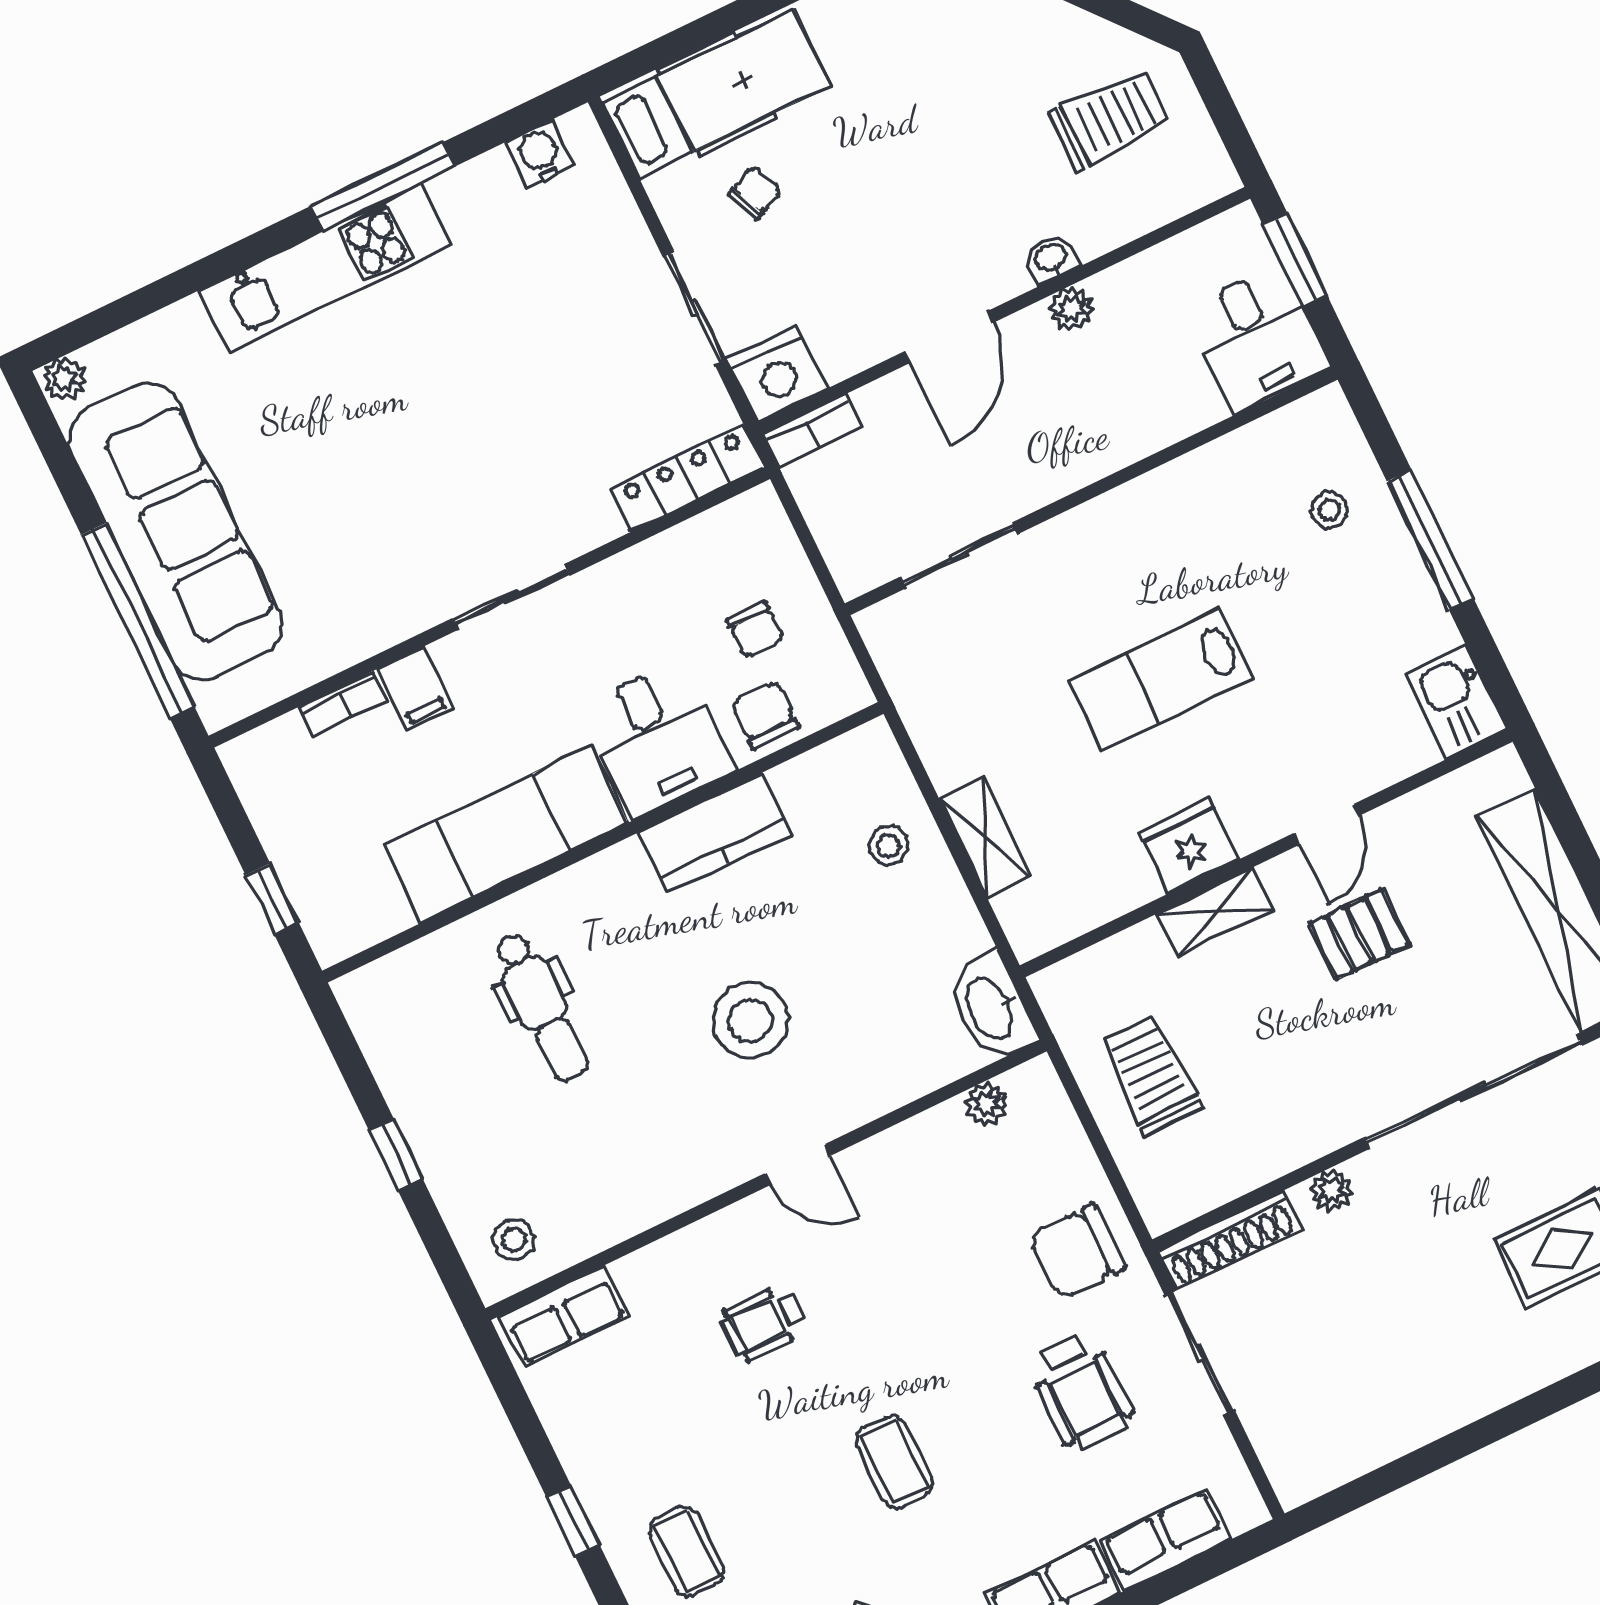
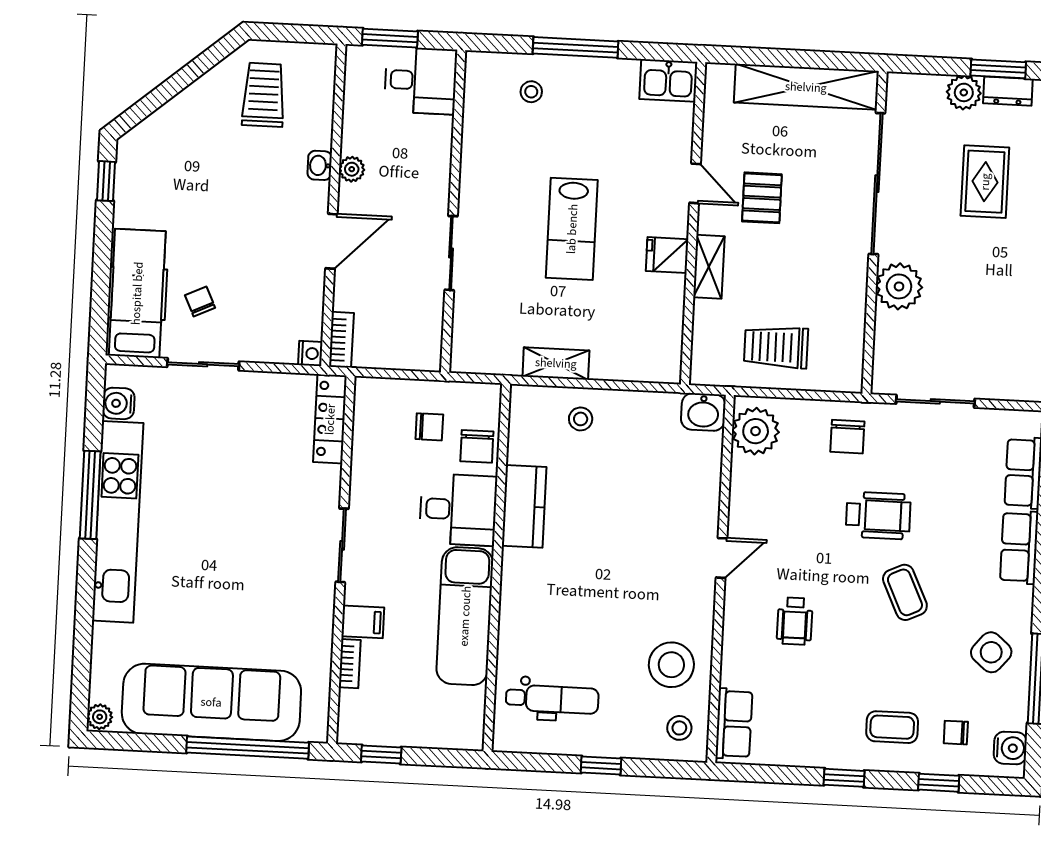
kitchen unit: (325, 268) -> (118, 522), width x1.36
sliding door: (694, 308) -> (203, 364), moved
door: (949, 337) -> (331, 241), hinge flipped
nightstand: (777, 374) -> (310, 353), width x0.53, depth x0.56
sliding door: (959, 556) -> (451, 253), moved
chair: (765, 715) -> (477, 446), turned -90
shelving: (985, 838) -> (556, 363), moved
fridge: (1189, 846) -> (667, 255), width x0.72
window: (272, 899) -> (381, 754), moved
dental chair: (541, 1007) -> (552, 699), moved
washbasin: (991, 1008) -> (703, 412), width x0.72
stool: (750, 1020) -> (671, 665), moved
plant: (987, 1104) -> (756, 431), width x1.87, depth x1.87
plant: (1331, 1190) -> (899, 286), width x1.88, depth x1.88
shoe rack: (1230, 1240) -> (885, 353), removed
chair: (1077, 1252) -> (847, 437), width x0.73, depth x0.73
wheelchair: (1081, 1391) -> (878, 515), moved
coffee table: (895, 1462) -> (905, 592), turned 65

